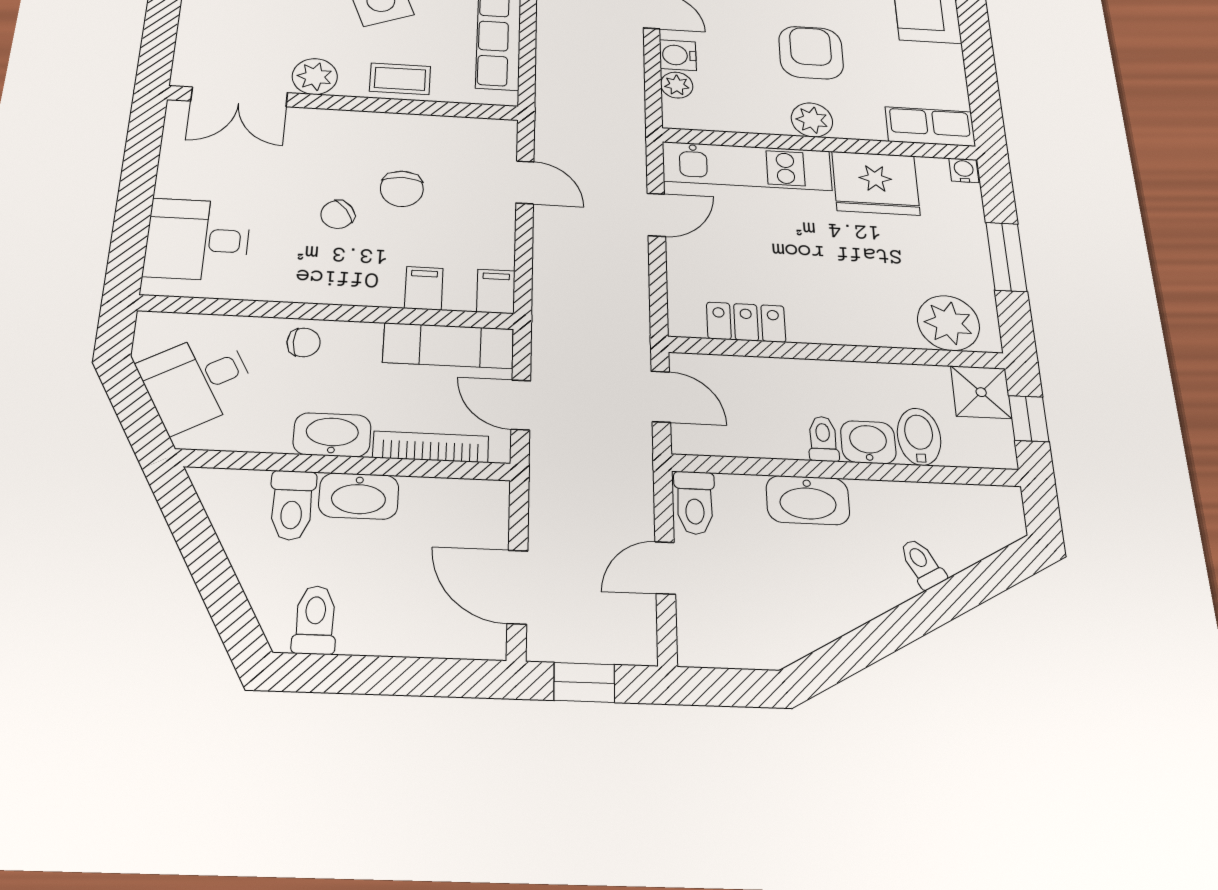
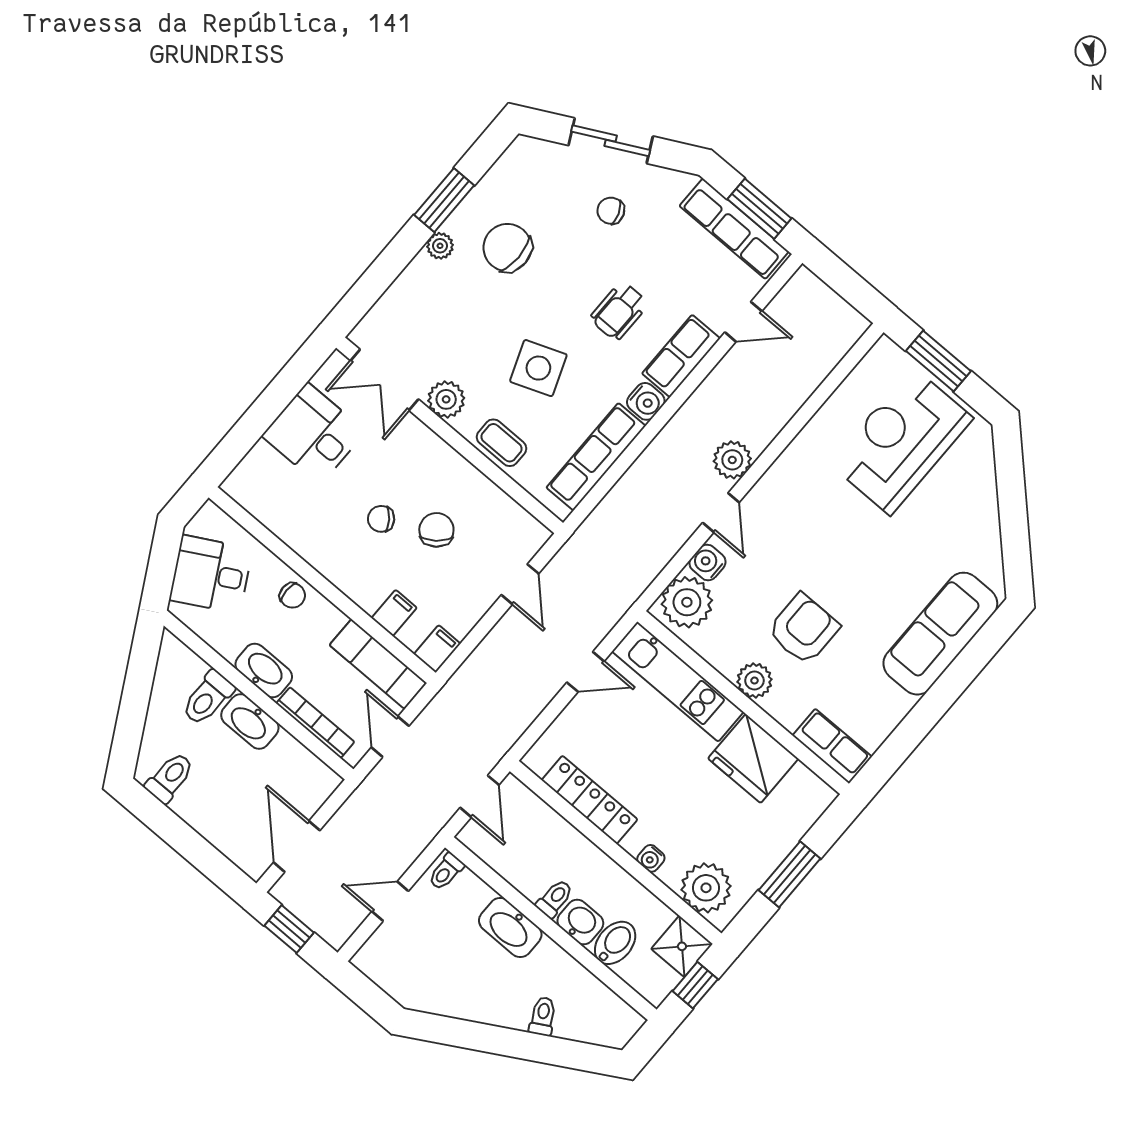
plant: (677, 85) -> (687, 602), width x1.87, depth x1.87
water cooler: (964, 170) -> (651, 858), moved, turned 180
chair: (402, 189) -> (436, 530), turned 141
desk: (198, 240) -> (314, 434), moved
locker: (746, 322) -> (589, 800), width x1.53
toilet: (695, 503) -> (446, 872), width x0.73, depth x0.72

